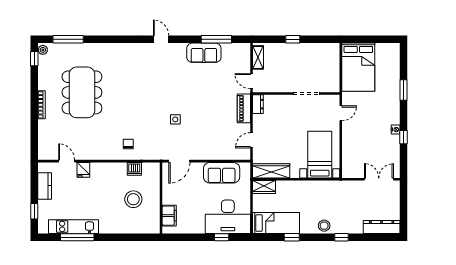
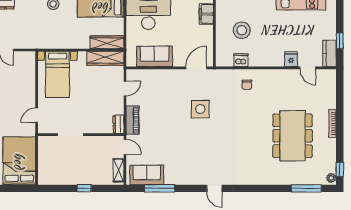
sofa: (204, 53) -> (147, 175), moved
side table: (175, 119) -> (200, 109), width x1.87, depth x1.87
kitchen counter: (45, 186) -> (329, 53), moved
wardrobe: (264, 187) -> (107, 42), width x1.50
window: (34, 211) -> (340, 41), moved

